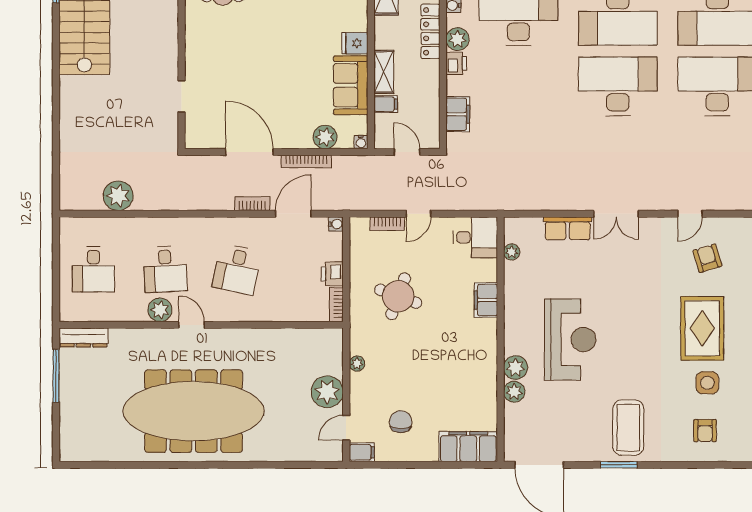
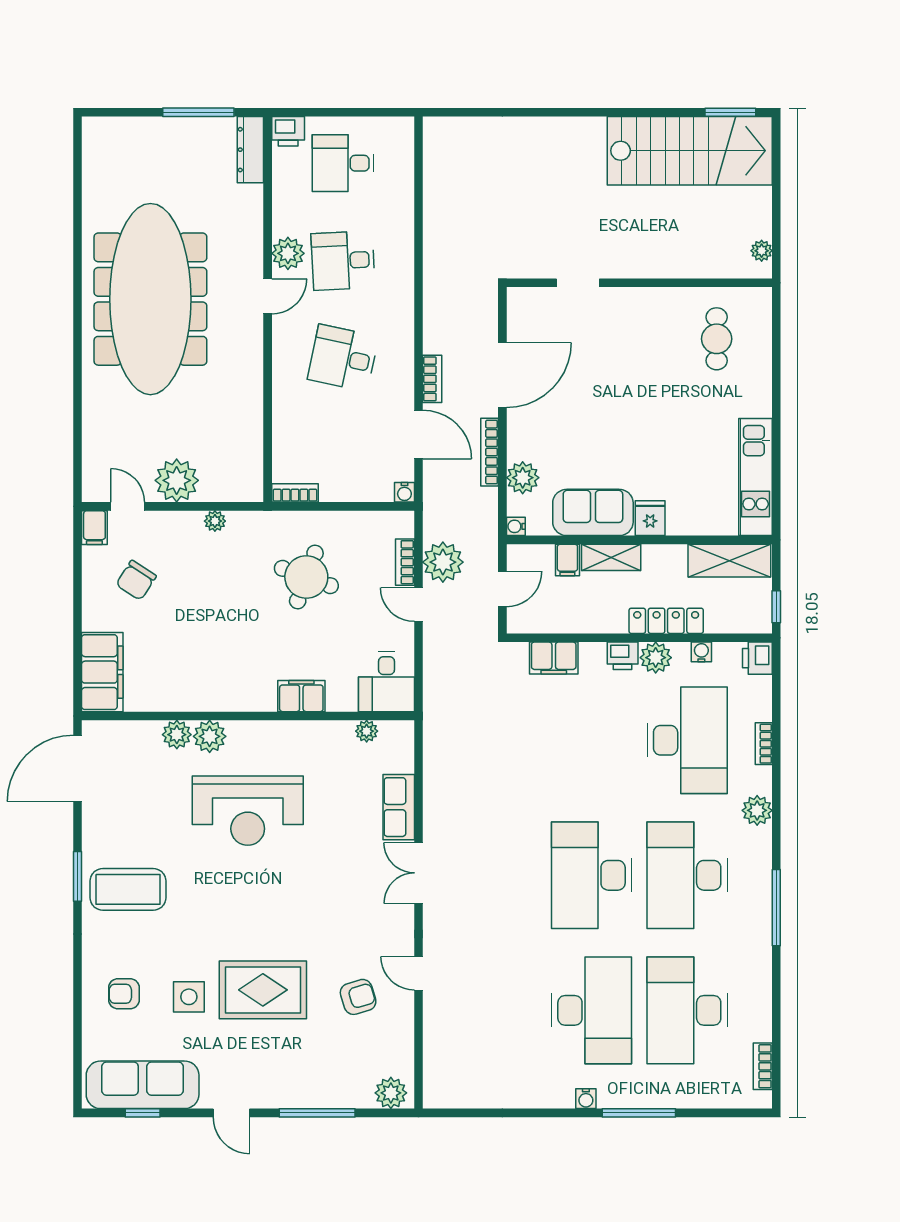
desk: (618, 86) -> (591, 875), turned 180
plant: (118, 196) -> (443, 562), moved
printer: (332, 274) -> (288, 131), moved, turned 180
chair: (401, 422) -> (136, 580), turned 123

